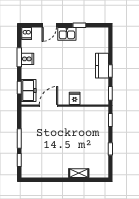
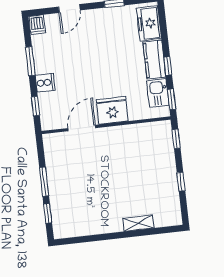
kitchen sink: (67, 34) -> (158, 93), moved, turned 90
cooker: (28, 59) -> (45, 83), moved
freezer: (29, 91) -> (149, 23), moved, turned 180
fridge: (75, 98) -> (112, 110), width x1.88, depth x1.34

